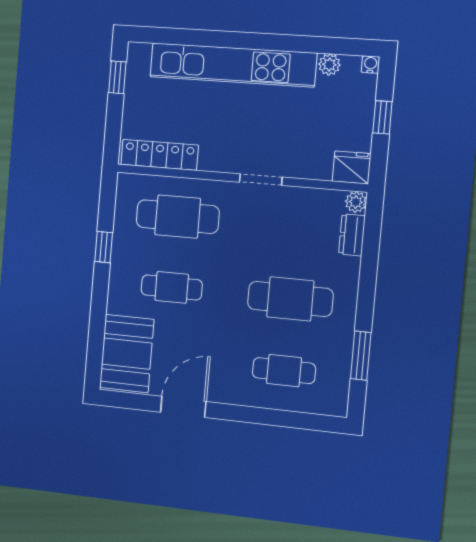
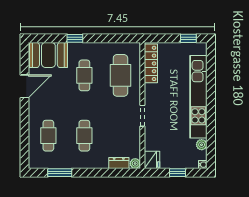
window: (104, 247) -> (75, 38), moved
cafe table: (290, 299) -> (84, 136), width x0.73, depth x0.74
door: (183, 407) -> (24, 86), hinge flipped

